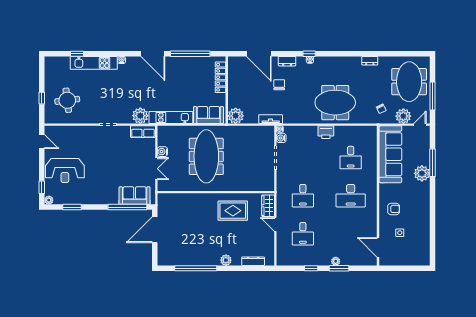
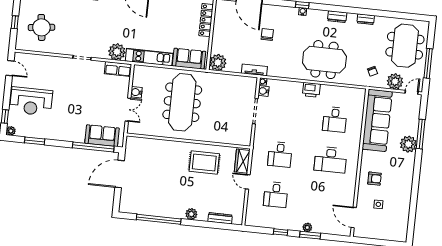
dresser: (287, 61) -> (337, 17), moved

